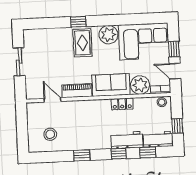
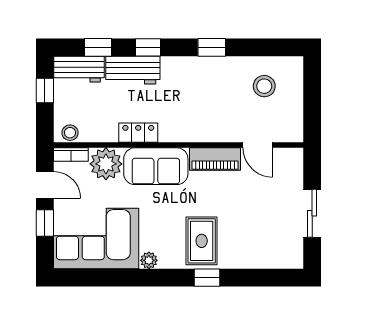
plant: (108, 35) -> (149, 260), width x0.53, depth x0.53

